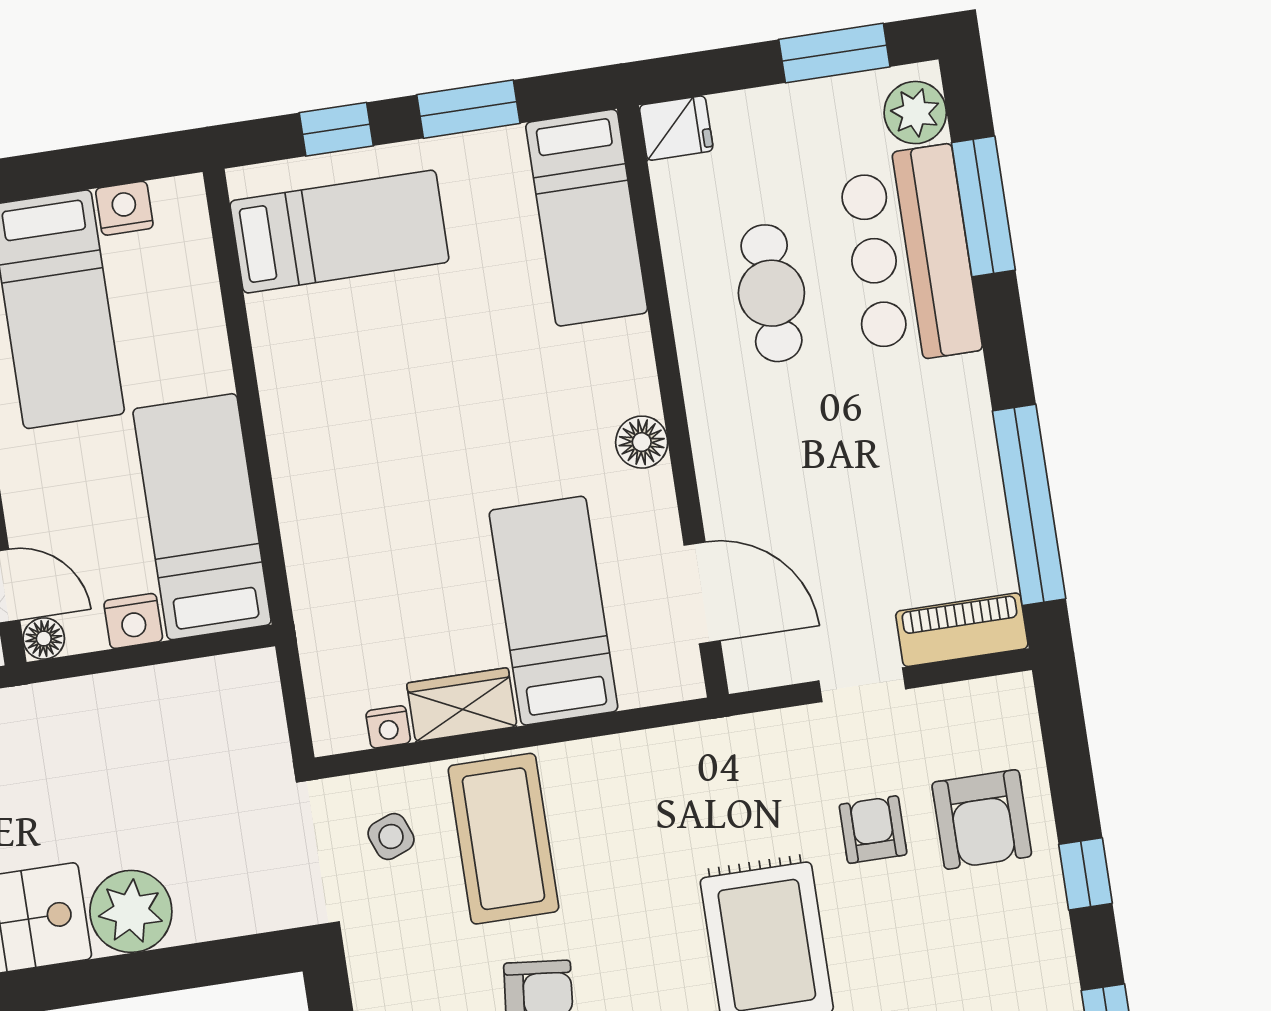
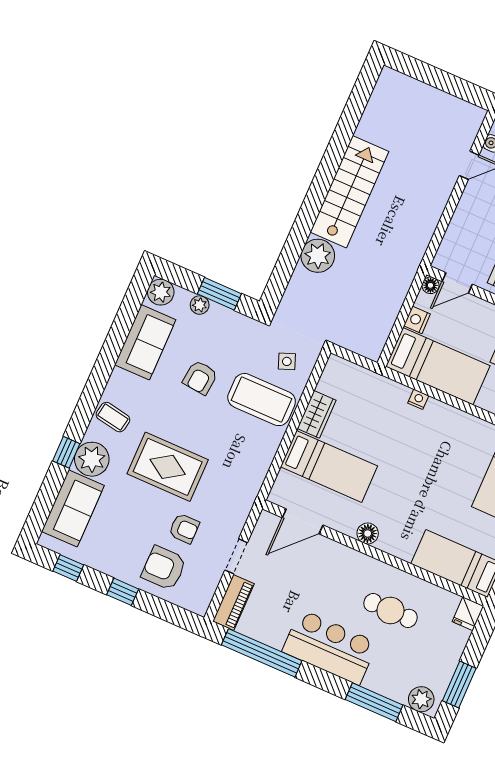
bar counter: (910, 255) -> (330, 647), moved
nightstand: (388, 727) -> (418, 399), moved, turned 90

